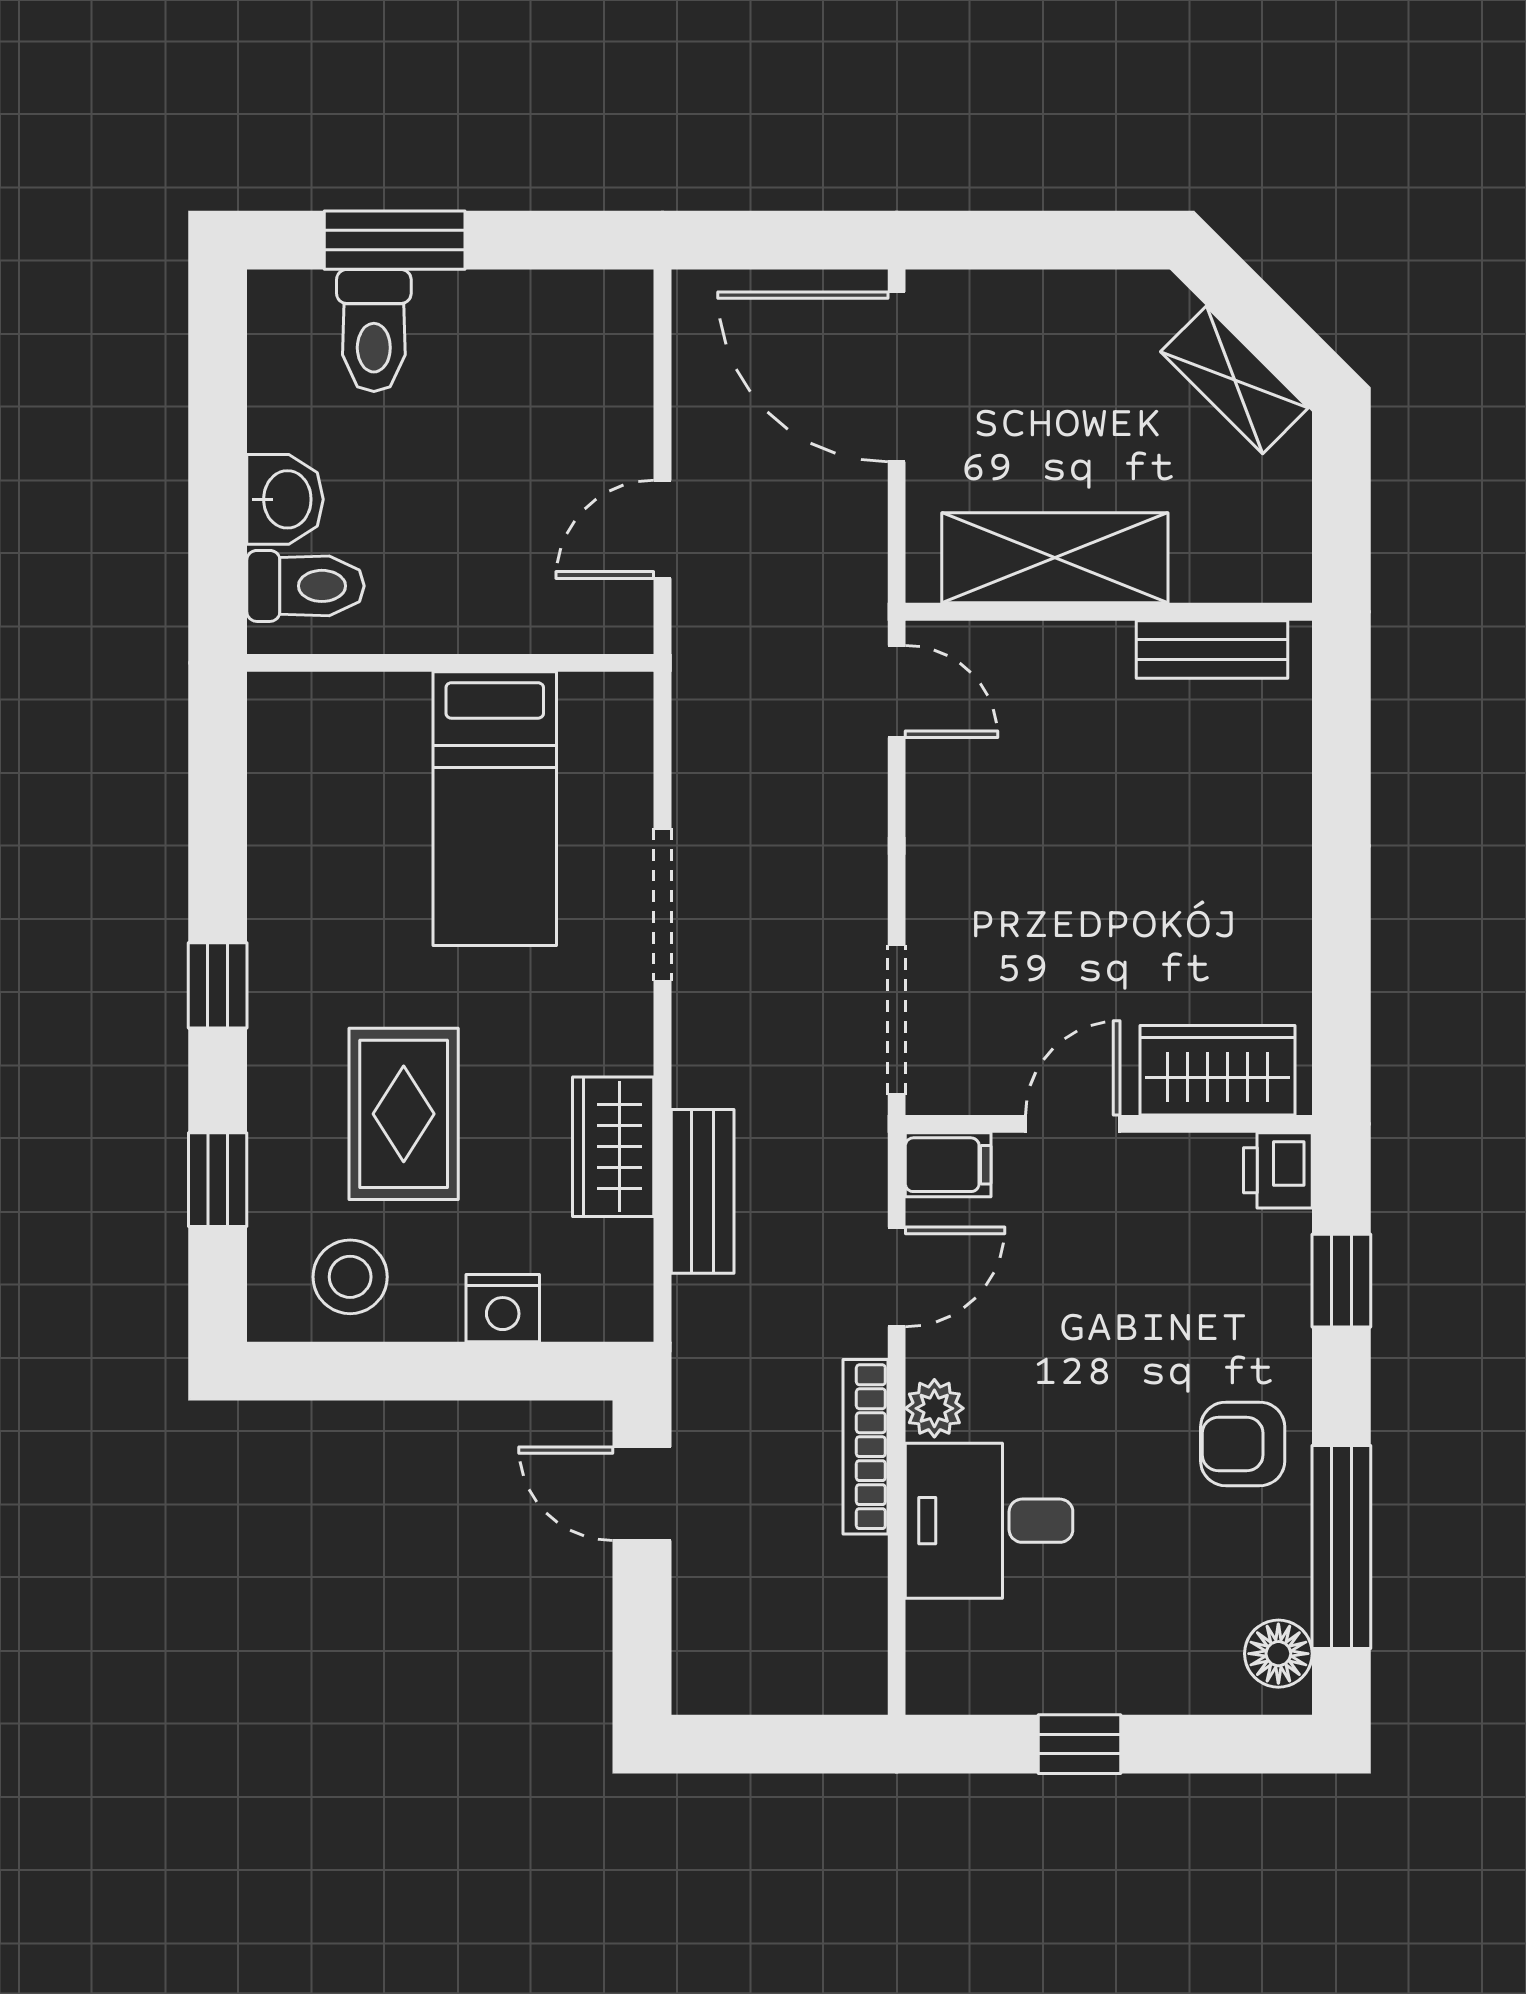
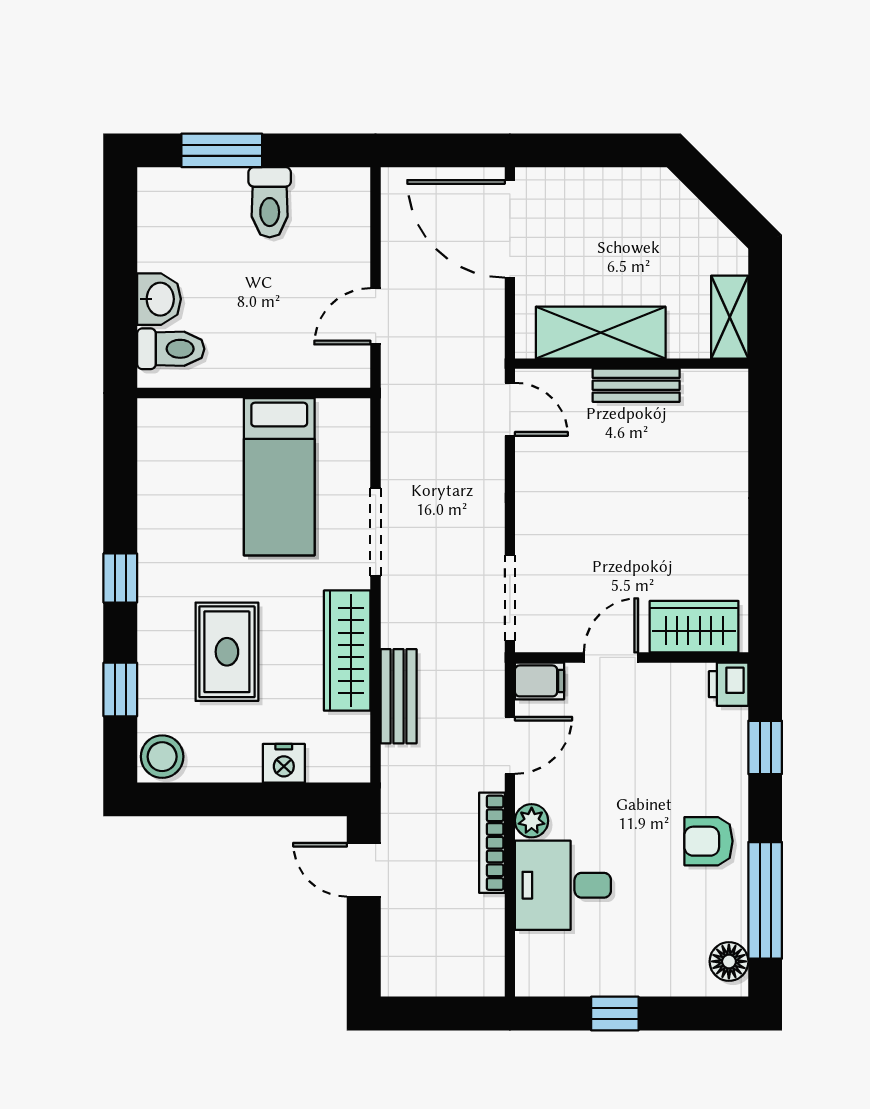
toilet: (374, 331) -> (270, 202), moved
shelving: (1234, 380) -> (730, 317), moved, turned 45
bench: (1212, 649) -> (636, 385), moved
wardrobe: (613, 1147) -> (347, 651), width x1.50
stool: (350, 1277) -> (162, 757), moved

